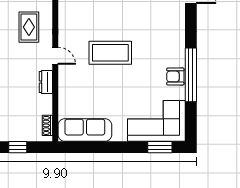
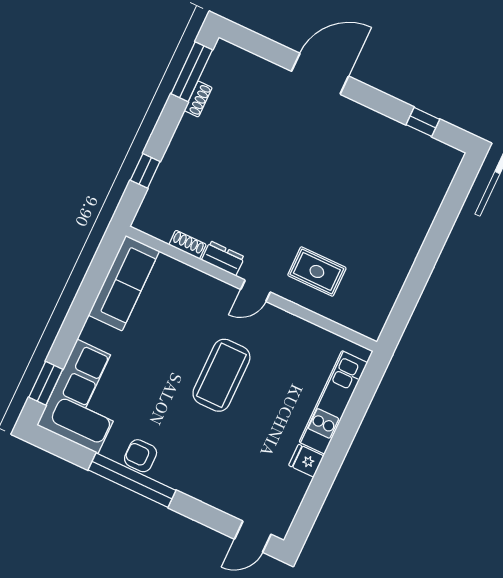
armchair: (175, 76) -> (141, 456), turned -90
shoe rack: (47, 125) -> (188, 245), moved

